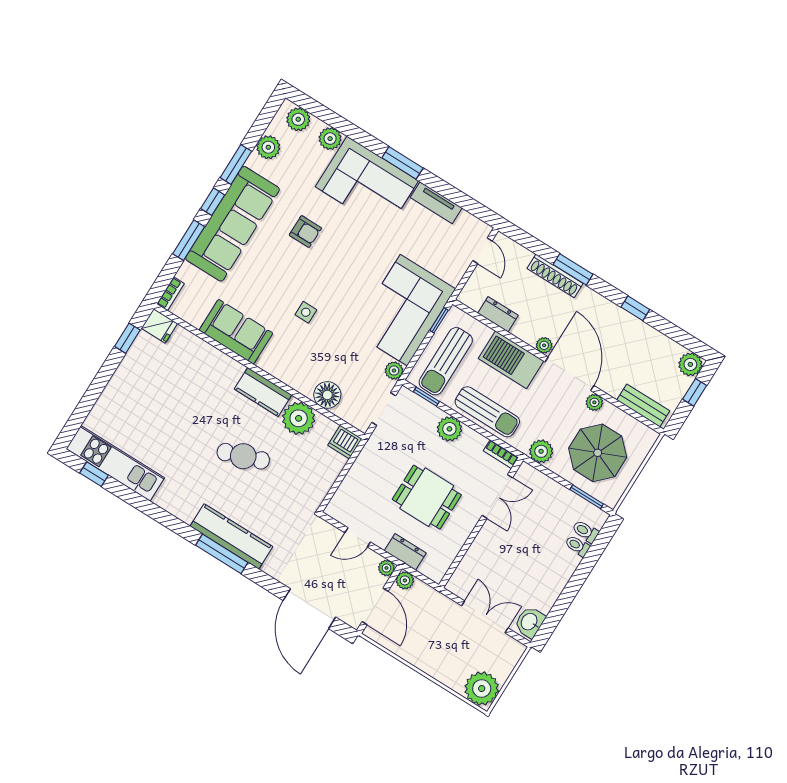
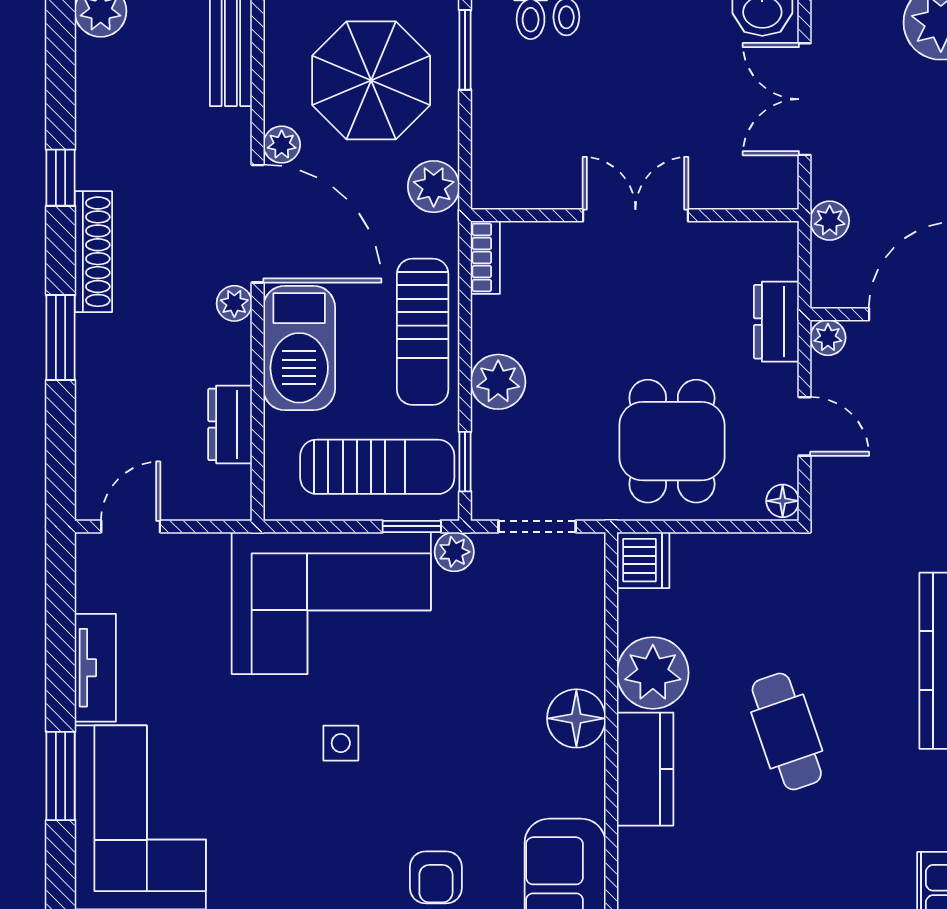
armchair: (305, 232) -> (436, 877), moved, turned 180
shoe rack: (555, 276) -> (93, 252), moved
side table: (306, 312) -> (341, 743), moved
window: (439, 320) -> (412, 526), moved
door: (569, 374) -> (258, 224), swing flipped
floor lamp: (327, 395) -> (576, 718), moved
sun lounger: (487, 412) -> (423, 332), turned 180
double door: (497, 496) -> (635, 215), moved
dining table: (427, 497) -> (672, 441), moved
floor lamp: (334, 511) -> (783, 501), added
plant: (405, 580) -> (830, 221), moved

